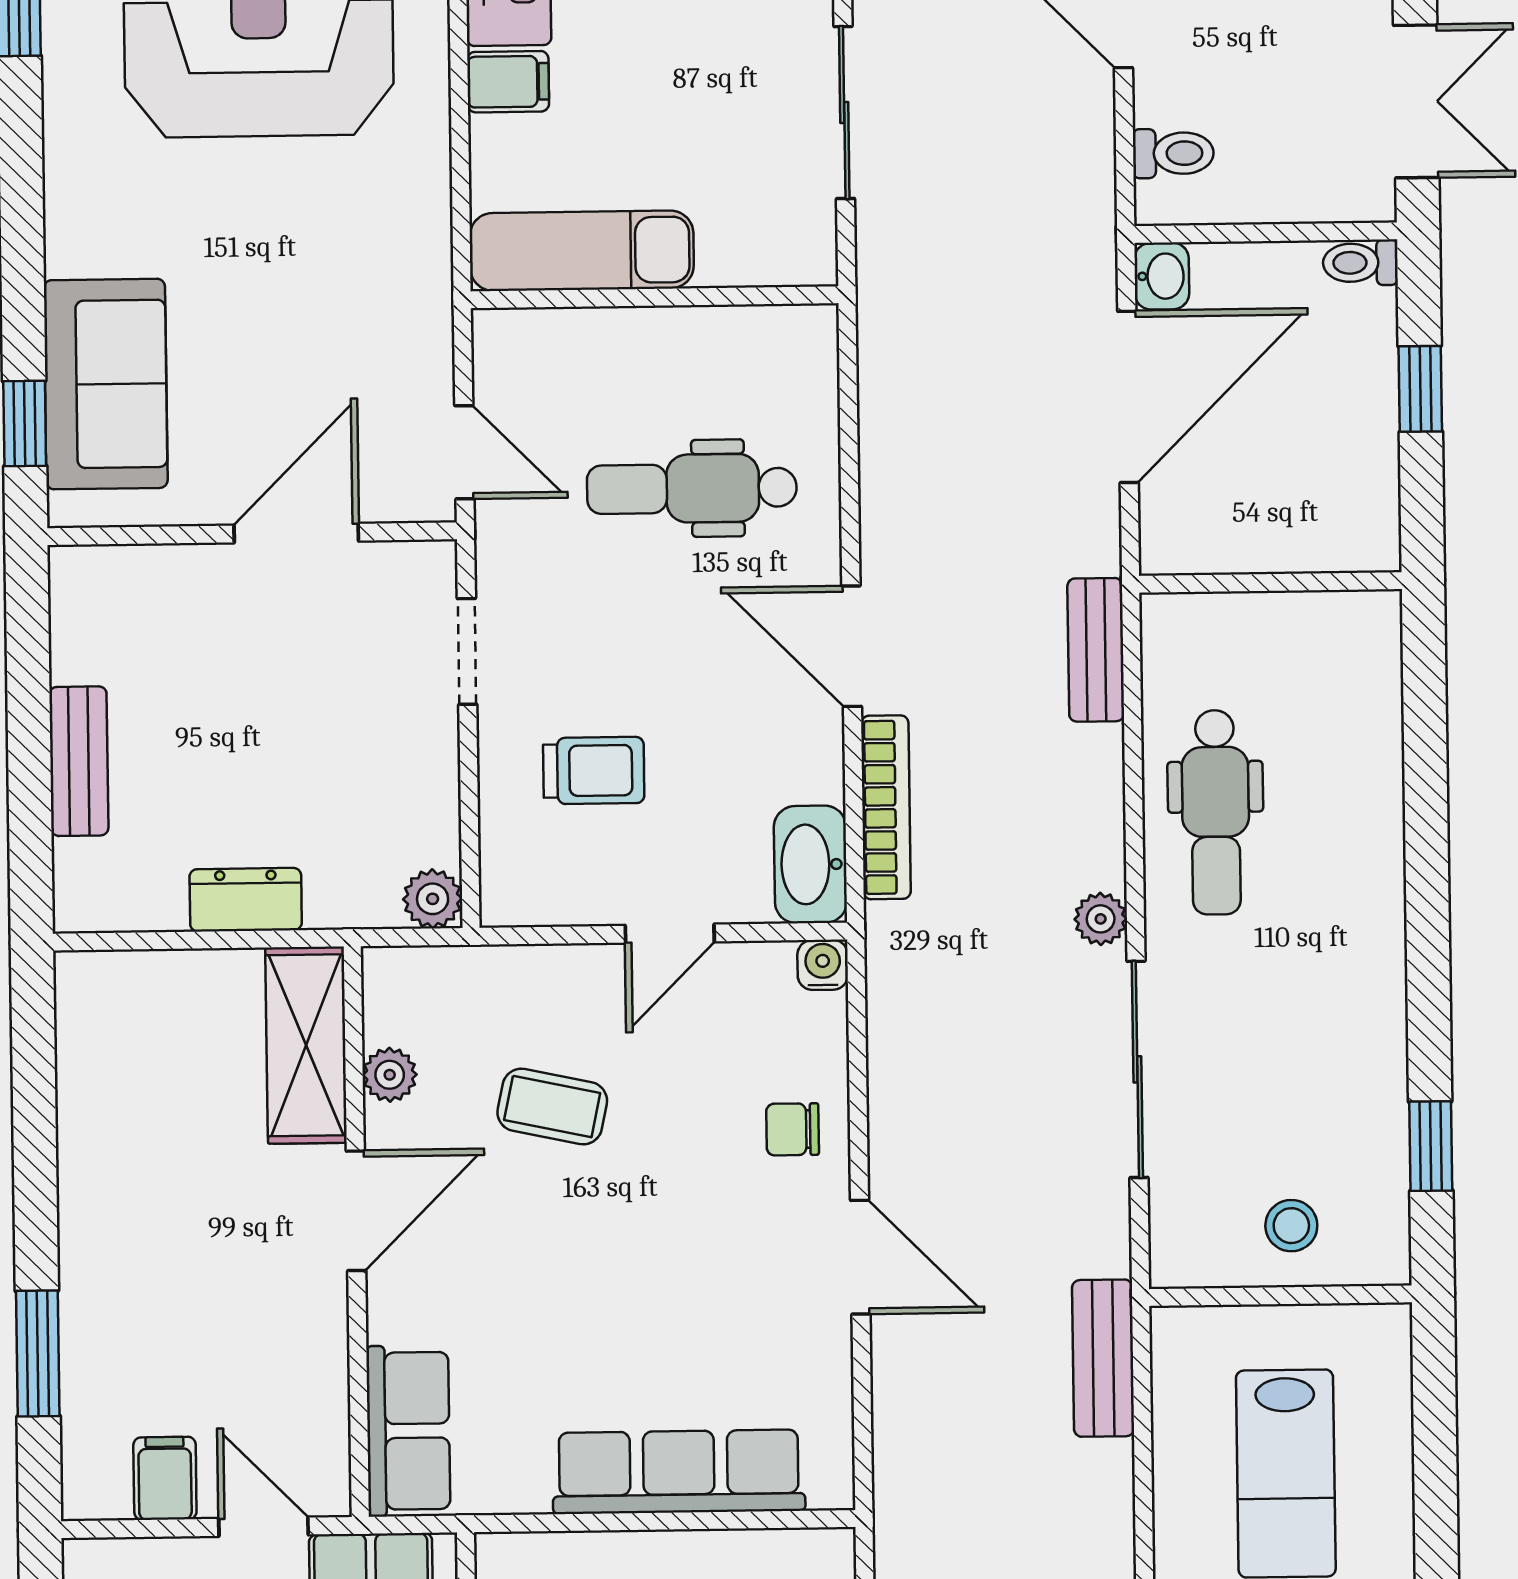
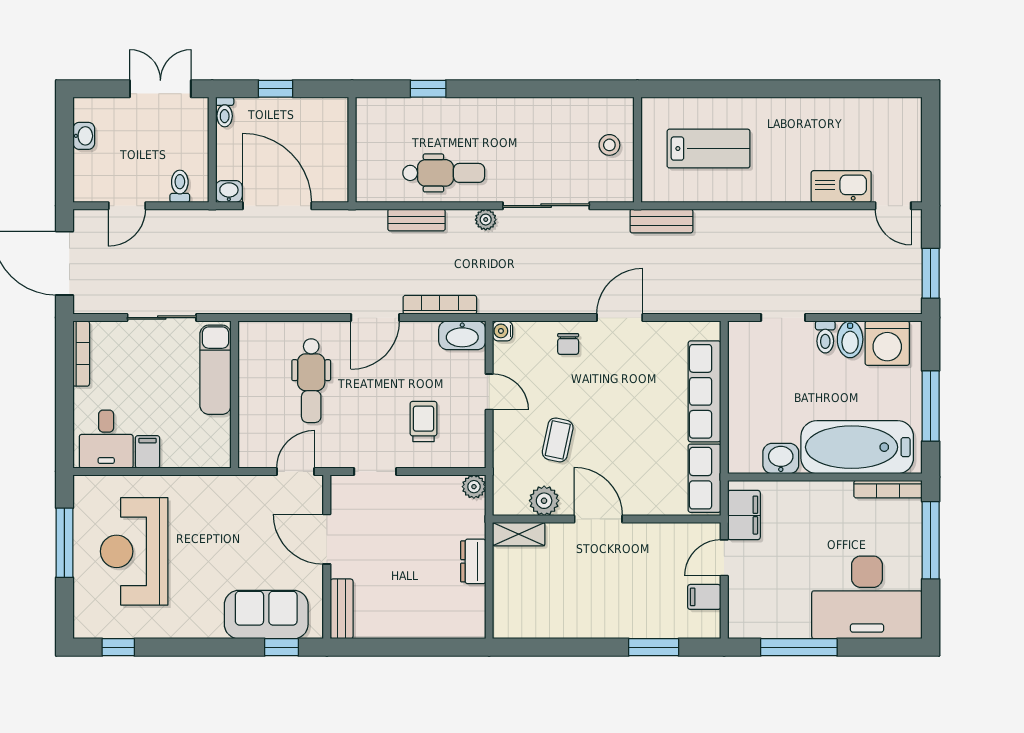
exam couch: (582, 251) -> (216, 370), moved
bench: (1096, 650) -> (416, 220), moved
bench: (79, 761) -> (342, 609), moved, turned 90
shelving: (306, 1045) -> (519, 534), width x0.67, depth x0.75
plant: (390, 1075) -> (544, 501), width x1.38, depth x1.38
window: (1431, 1146) -> (428, 89), moved
row of seats: (408, 1431) -> (704, 478), moved, turned -90

